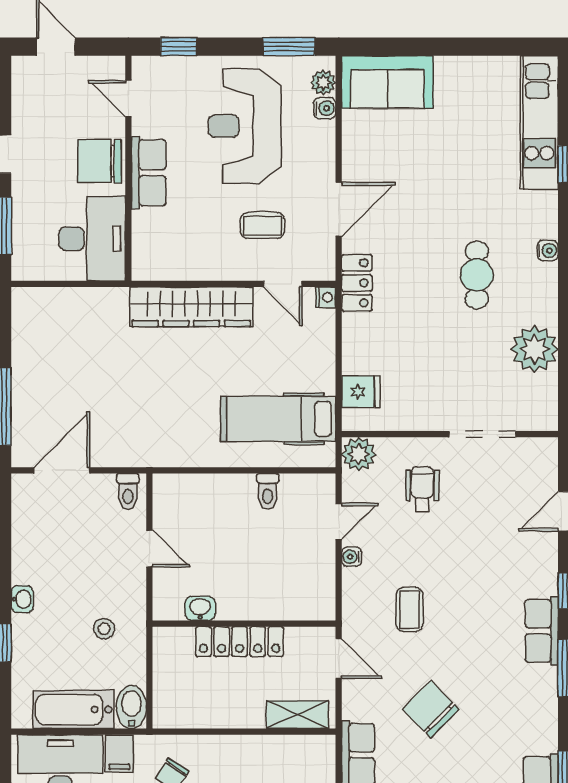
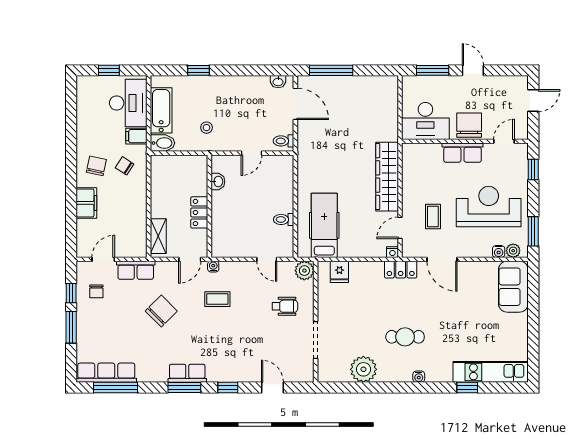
water cooler: (352, 557) -> (213, 267), moved
washbasin: (22, 599) -> (278, 82), moved
row of seats: (542, 631) -> (187, 373), moved
locker: (240, 641) -> (199, 212), width x0.66

